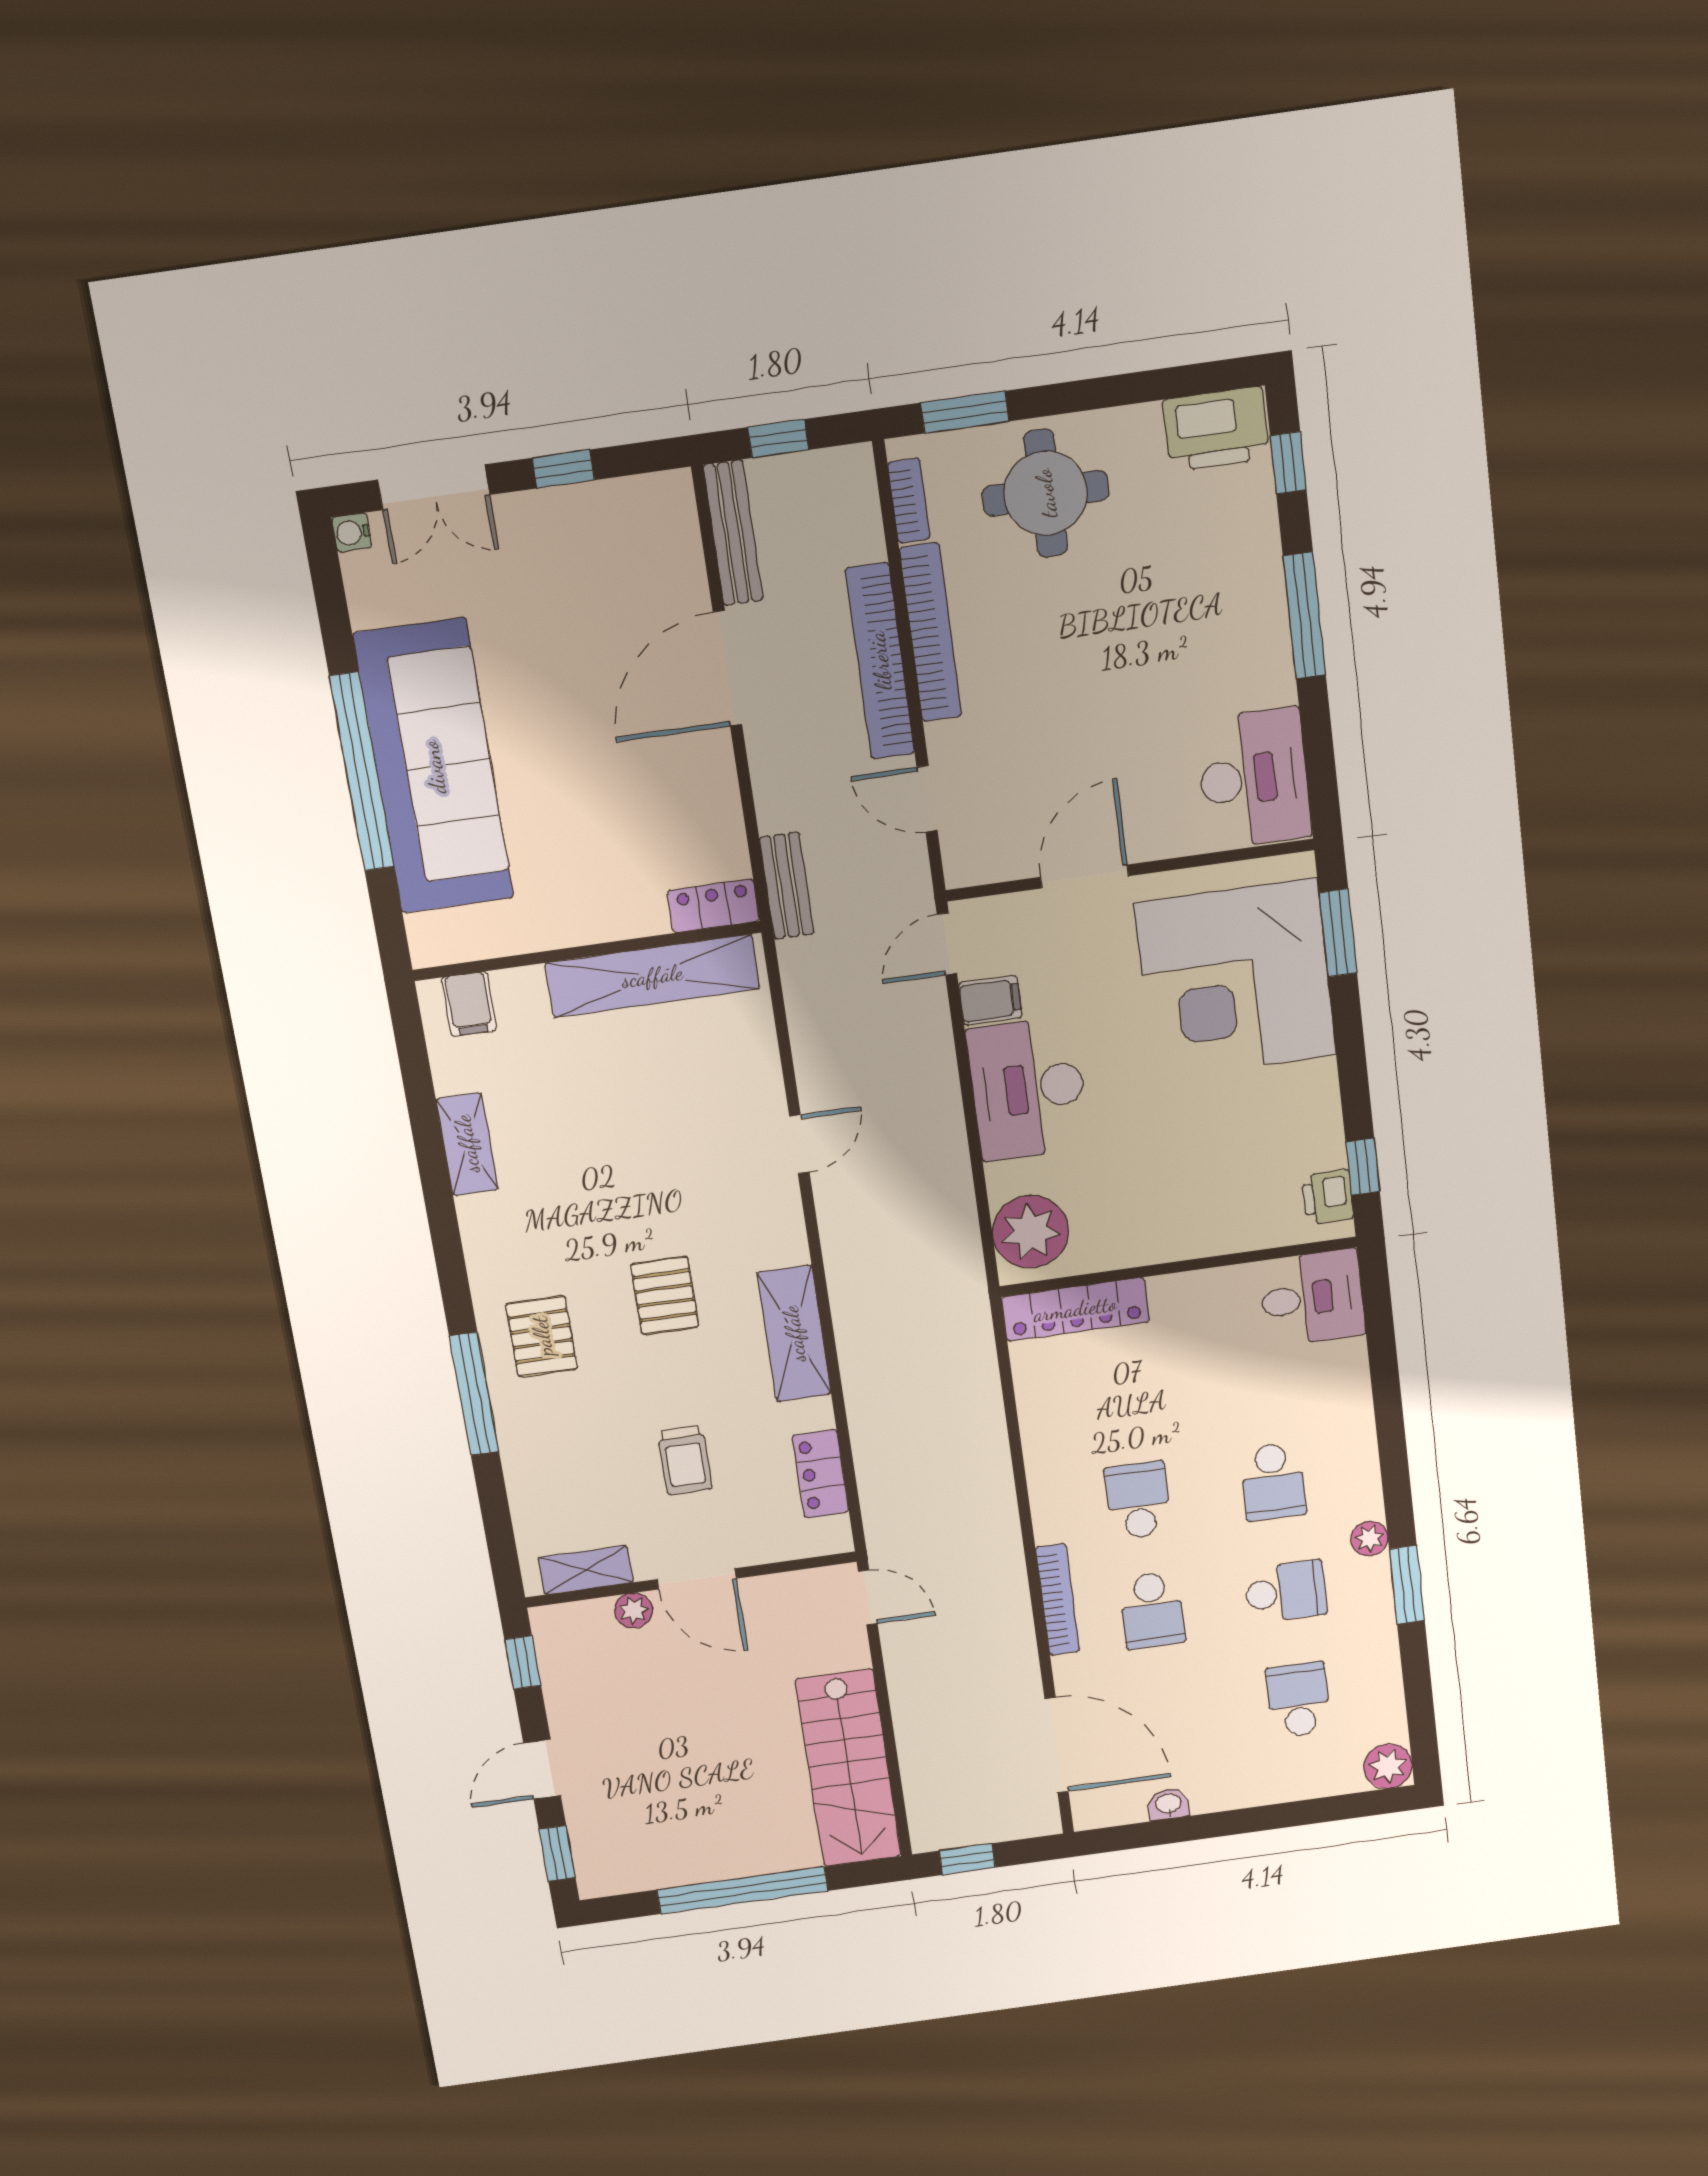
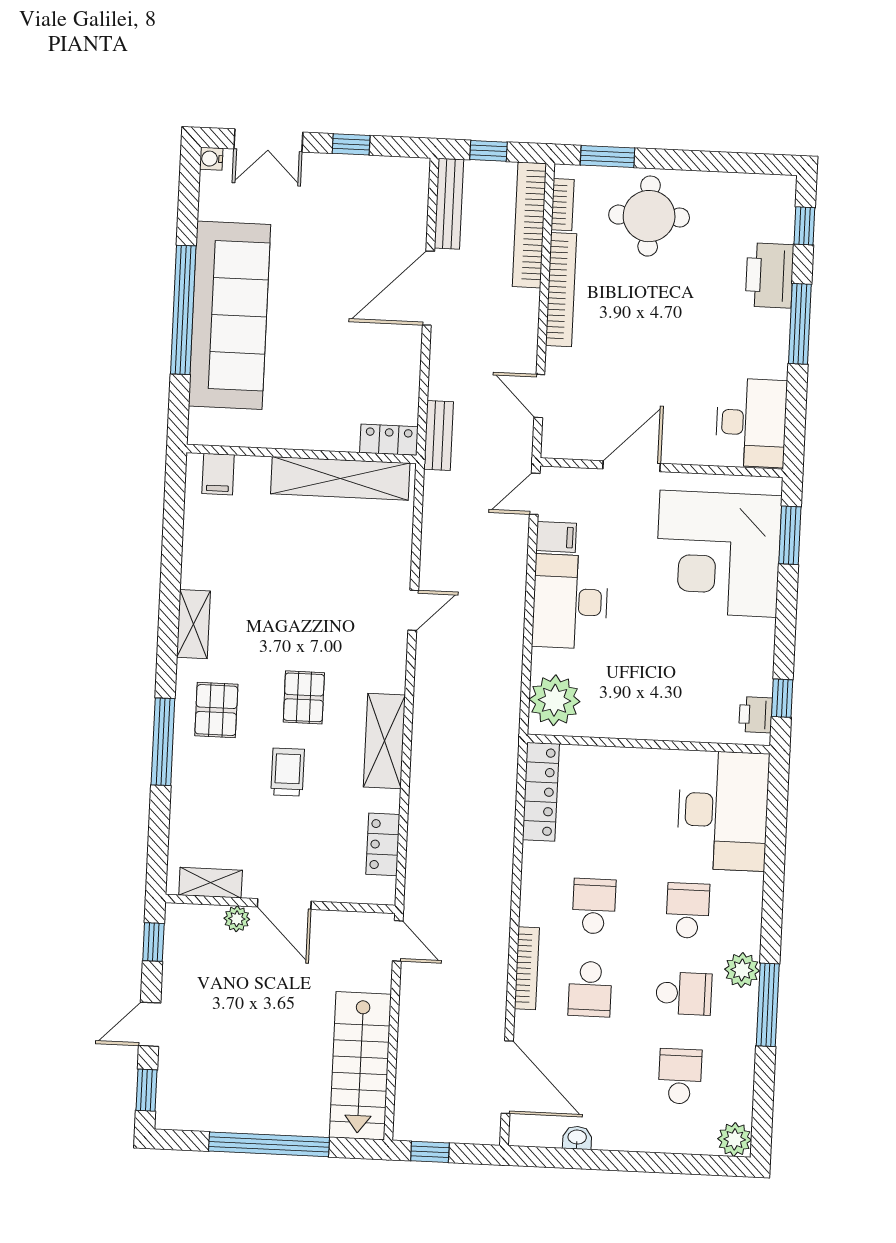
printer: (1216, 429) -> (770, 275), moved, turned 90
bookcase: (880, 661) -> (529, 225), moved
shelving: (467, 1144) -> (193, 624), moved
desk: (1312, 1298) -> (723, 811), width x1.87, depth x1.30
locker: (1075, 1309) -> (541, 792), moved, turned -90
trolley: (685, 1460) -> (288, 772), moved, turned 180
school desk: (1273, 1482) -> (688, 911), turned 180
plant: (1369, 1539) -> (742, 970), width x1.38, depth x1.38
window: (1407, 1585) -> (768, 1005), width x1.44

